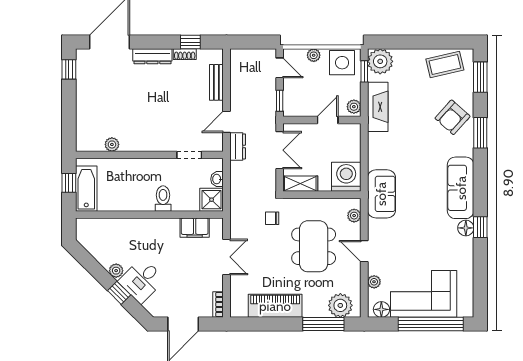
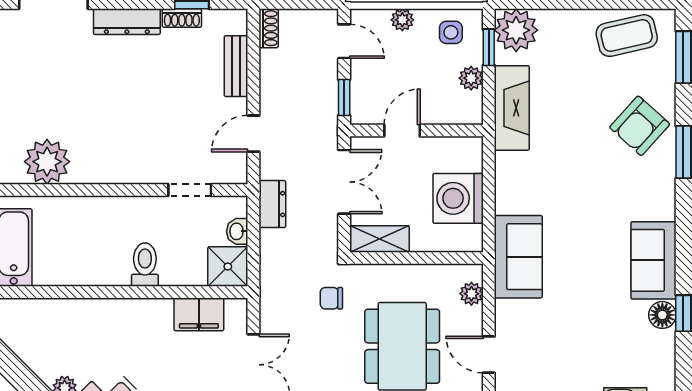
shoe rack: (235, 60) -> (269, 28), added
side table: (342, 63) -> (451, 32), width x0.54, depth x0.54
plant: (354, 107) -> (471, 78), moved
door: (328, 120) -> (402, 130), moved
plant: (112, 144) -> (47, 162), width x1.88, depth x1.88
dresser: (238, 146) -> (272, 204), moved
washing machine: (346, 177) -> (458, 198), moved, turned -90
sofa: (461, 188) -> (653, 260), width x0.73

